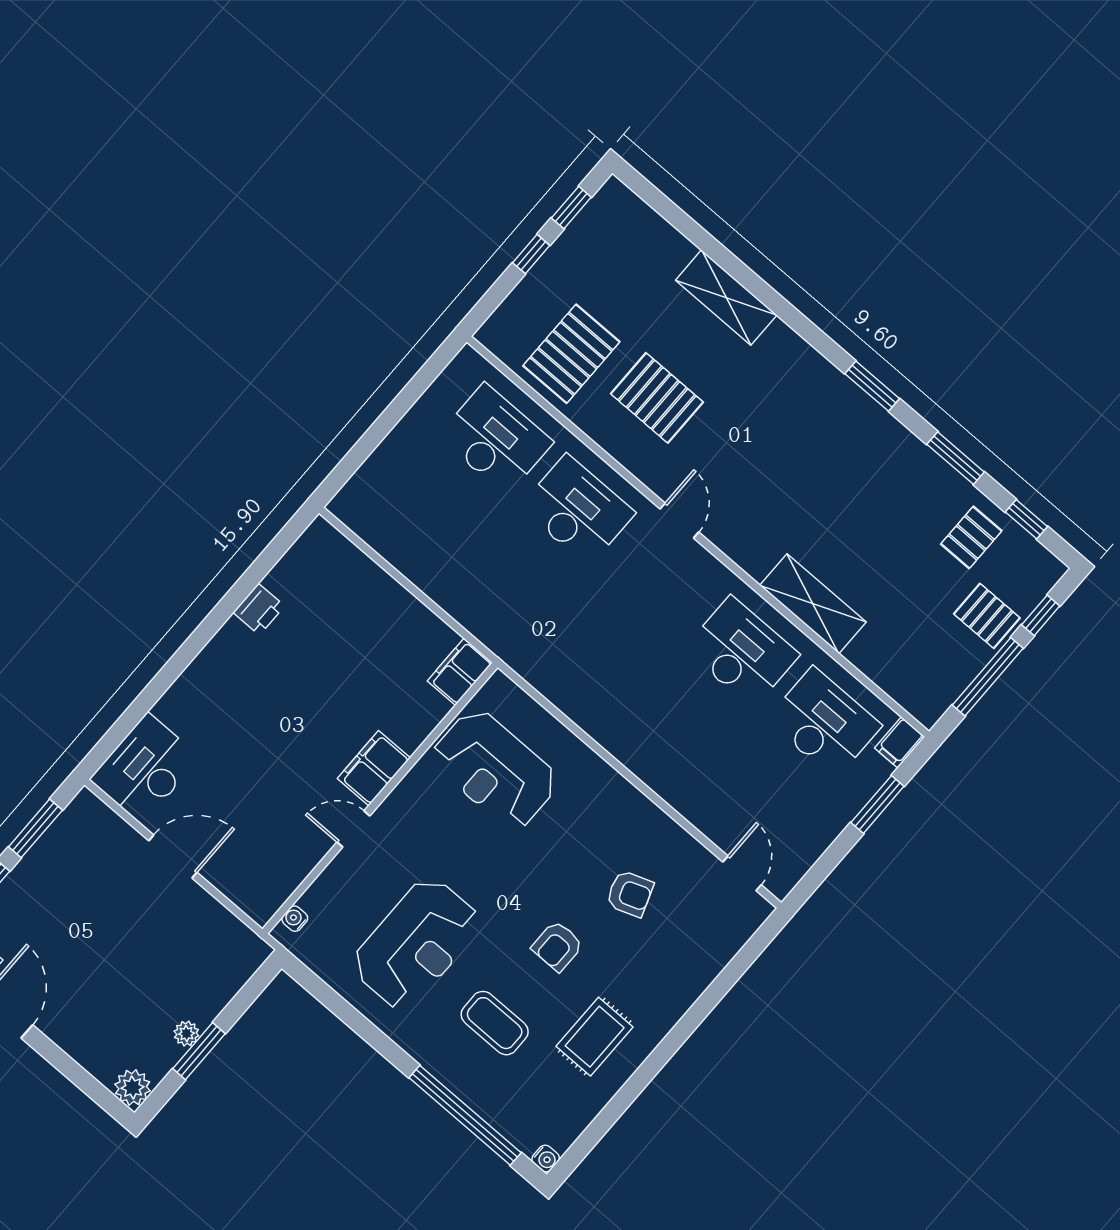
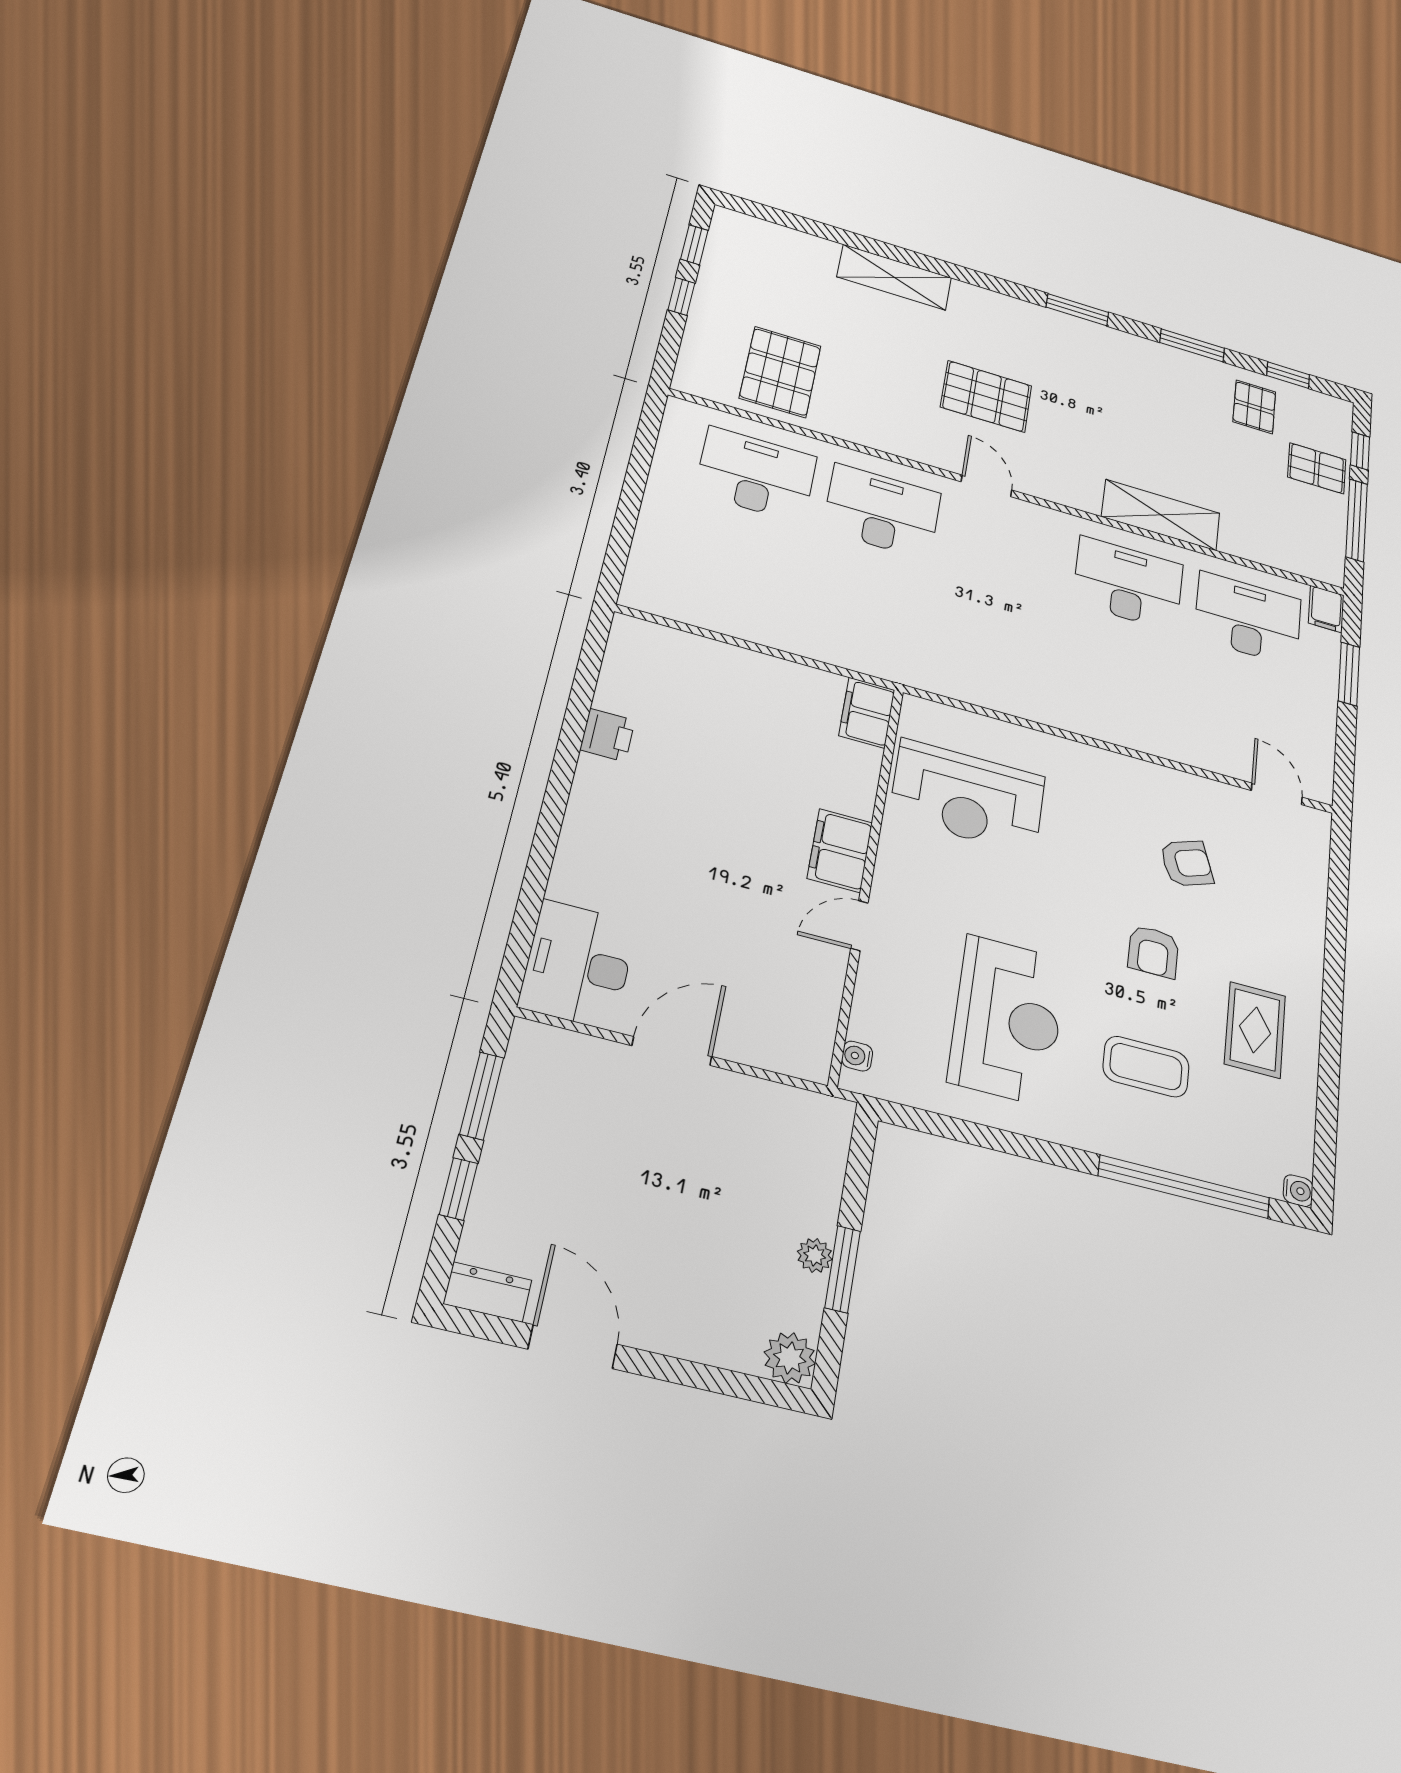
pallet: (657, 398) -> (986, 396), moved

